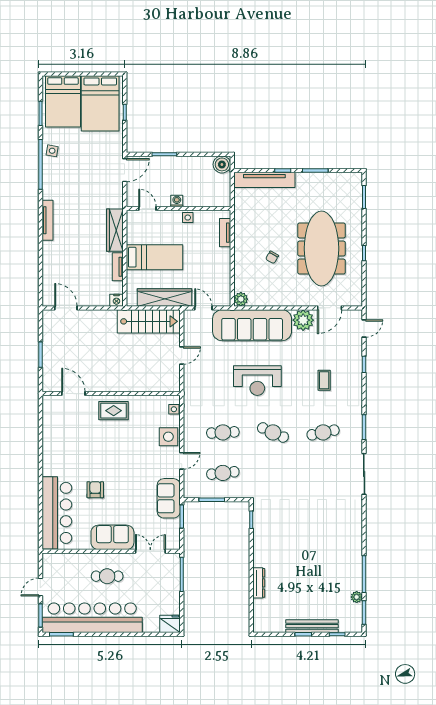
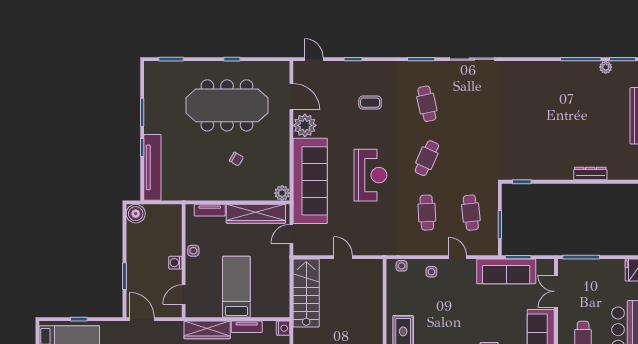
wardrobe: (164, 297) -> (256, 214), moved, turned -90
side table: (168, 437) -> (431, 272), width x0.54, depth x0.54
sofa: (169, 498) -> (506, 271), width x1.36

